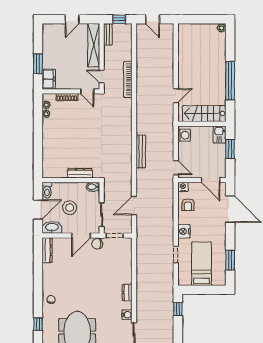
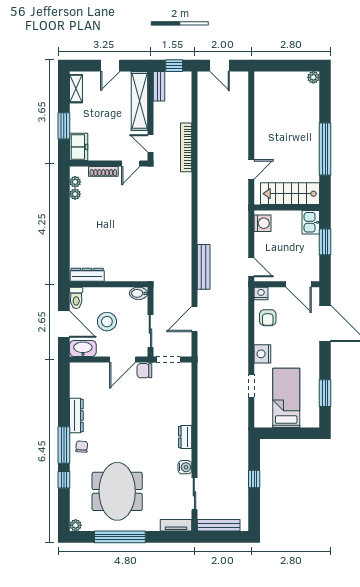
shelving: (47, 36) -> (76, 89), added
door: (87, 91) -> (131, 164), hinge flipped
bench: (141, 151) -> (204, 267), moved
dresser: (80, 173) -> (87, 275), moved
door: (38, 209) -> (64, 324), hinge flipped
dresser: (47, 250) -> (76, 415), moved
window: (38, 298) -> (64, 445), added
window: (178, 309) -> (254, 479), moved

